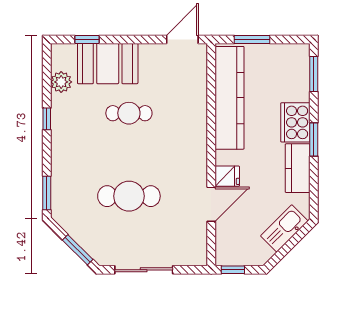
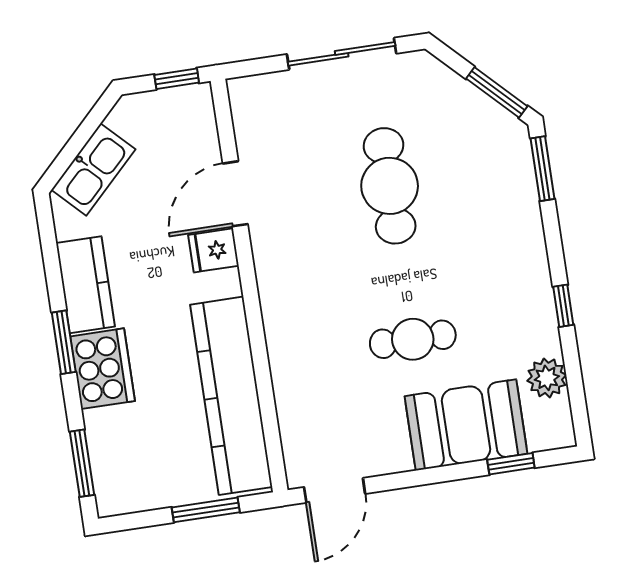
cafe table: (129, 196) -> (390, 186), turned 90
window: (78, 250) -> (497, 92), moved

